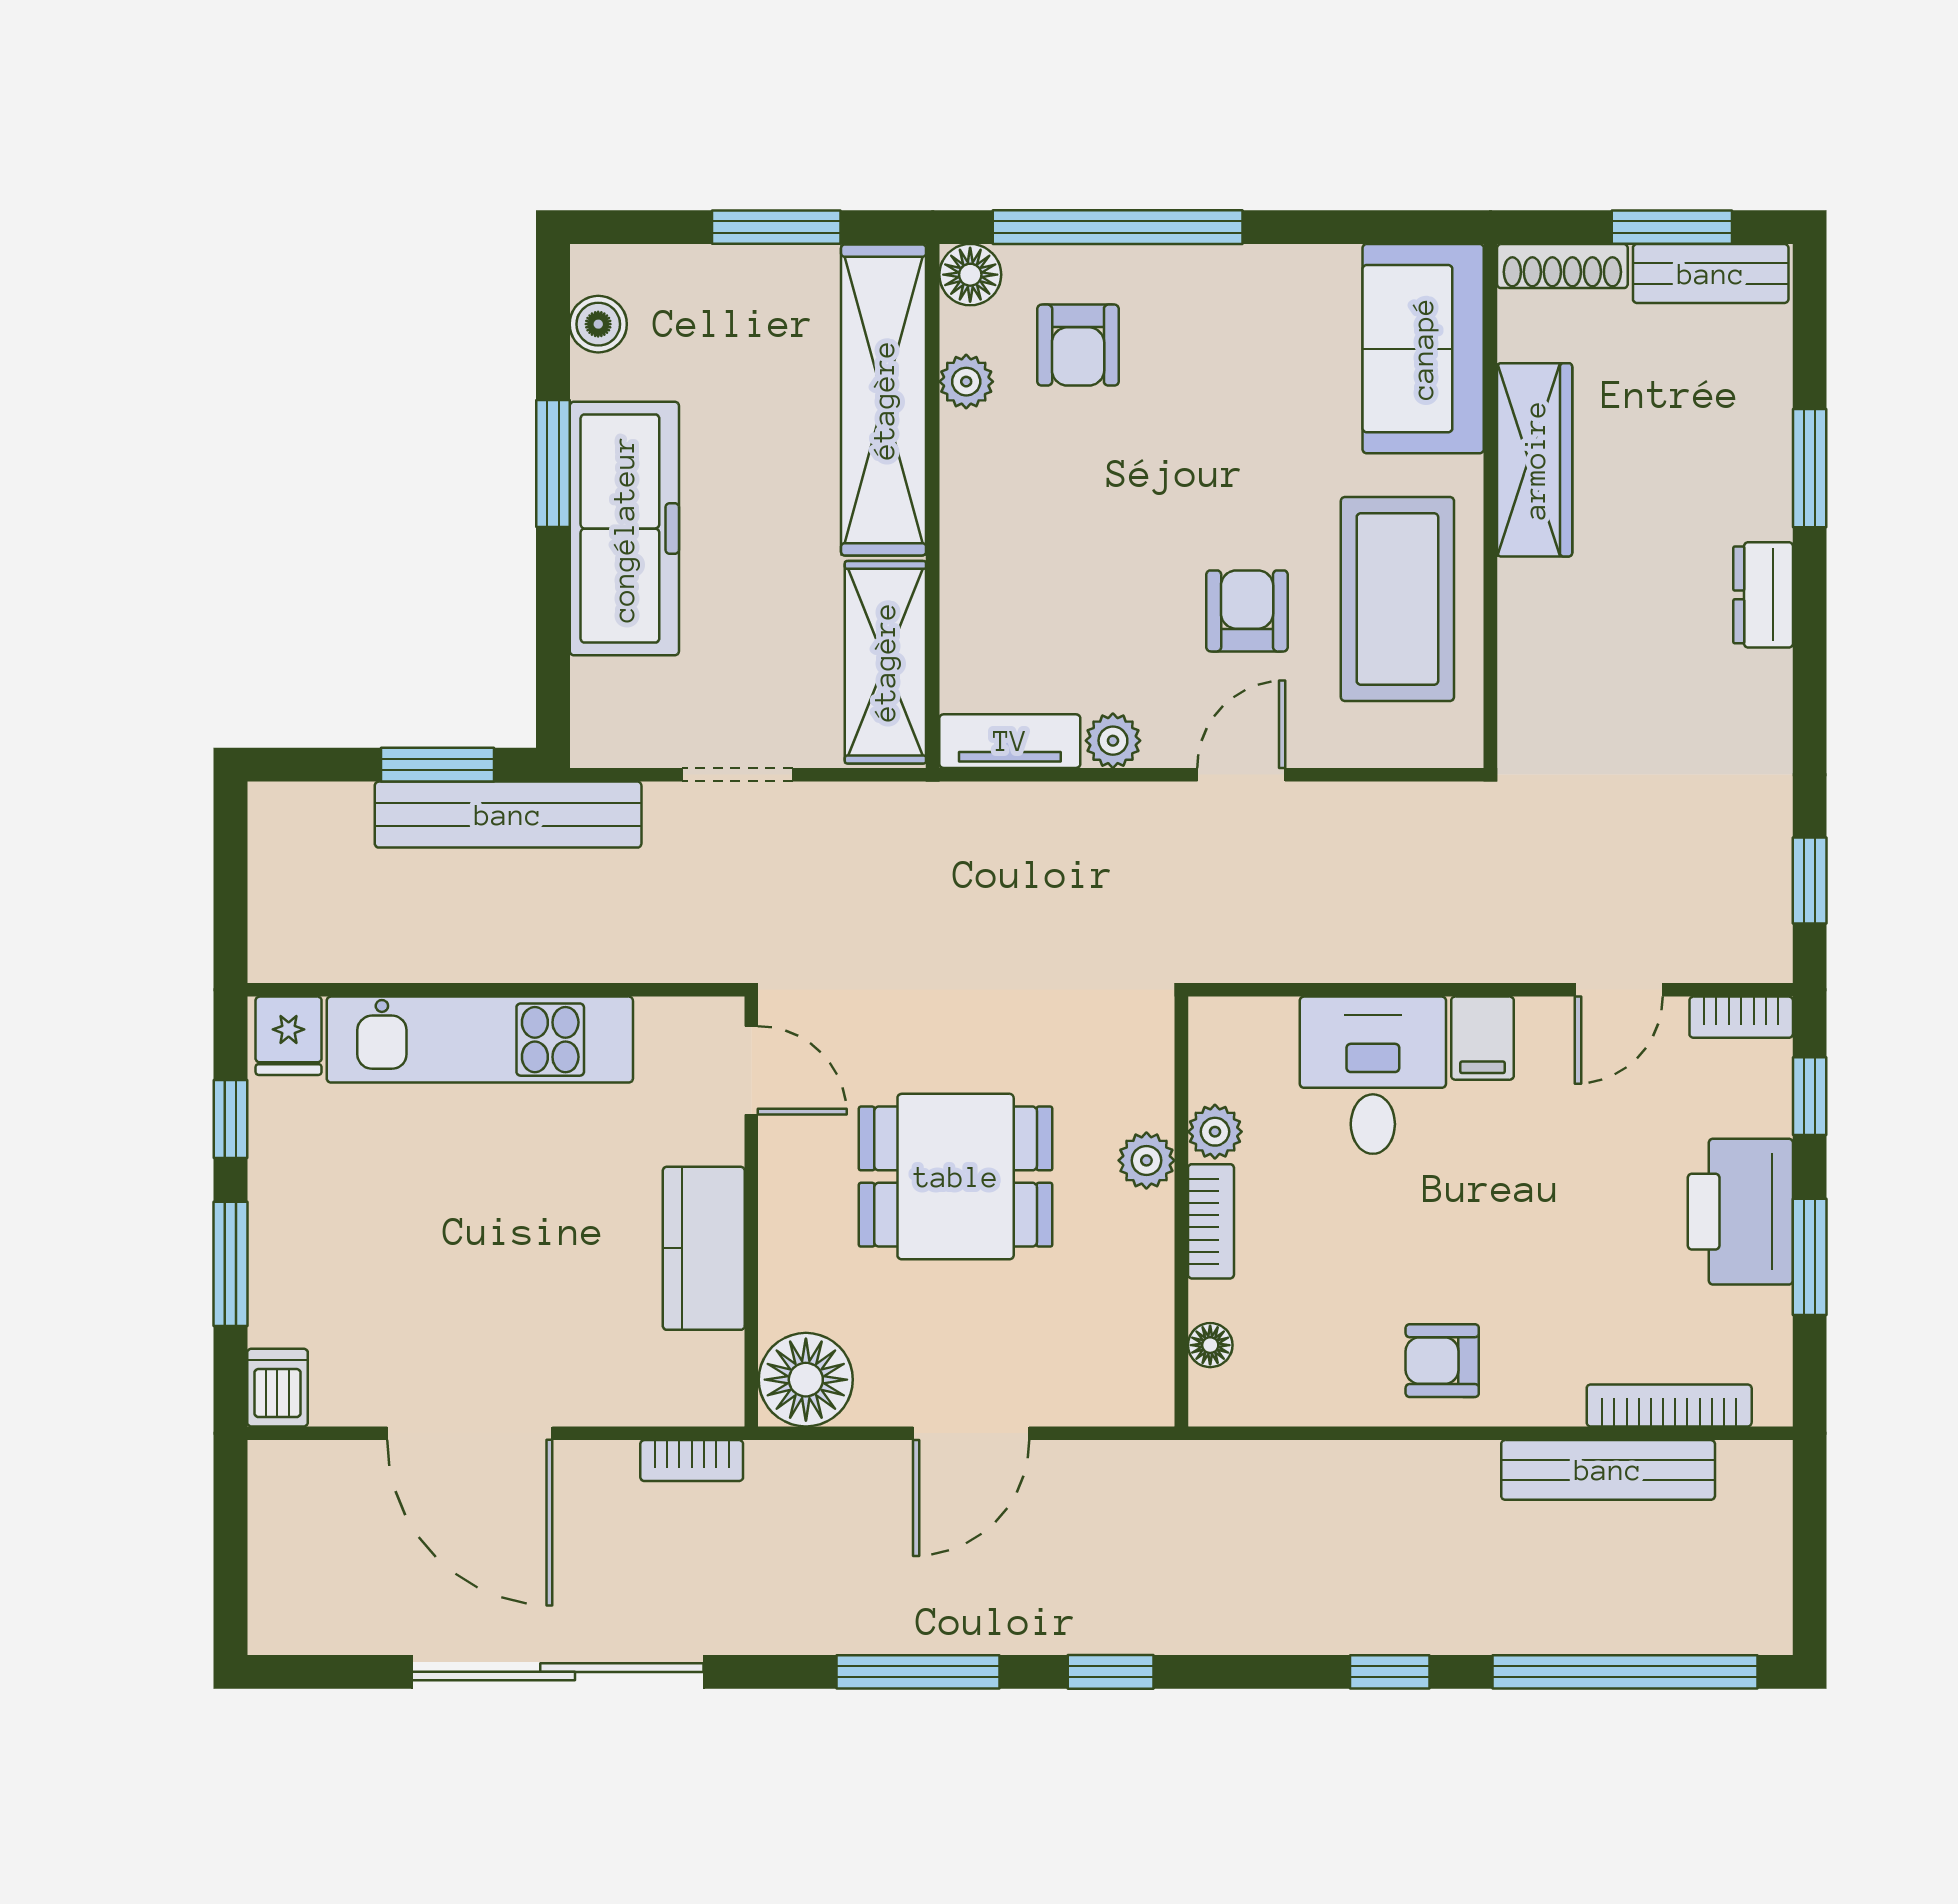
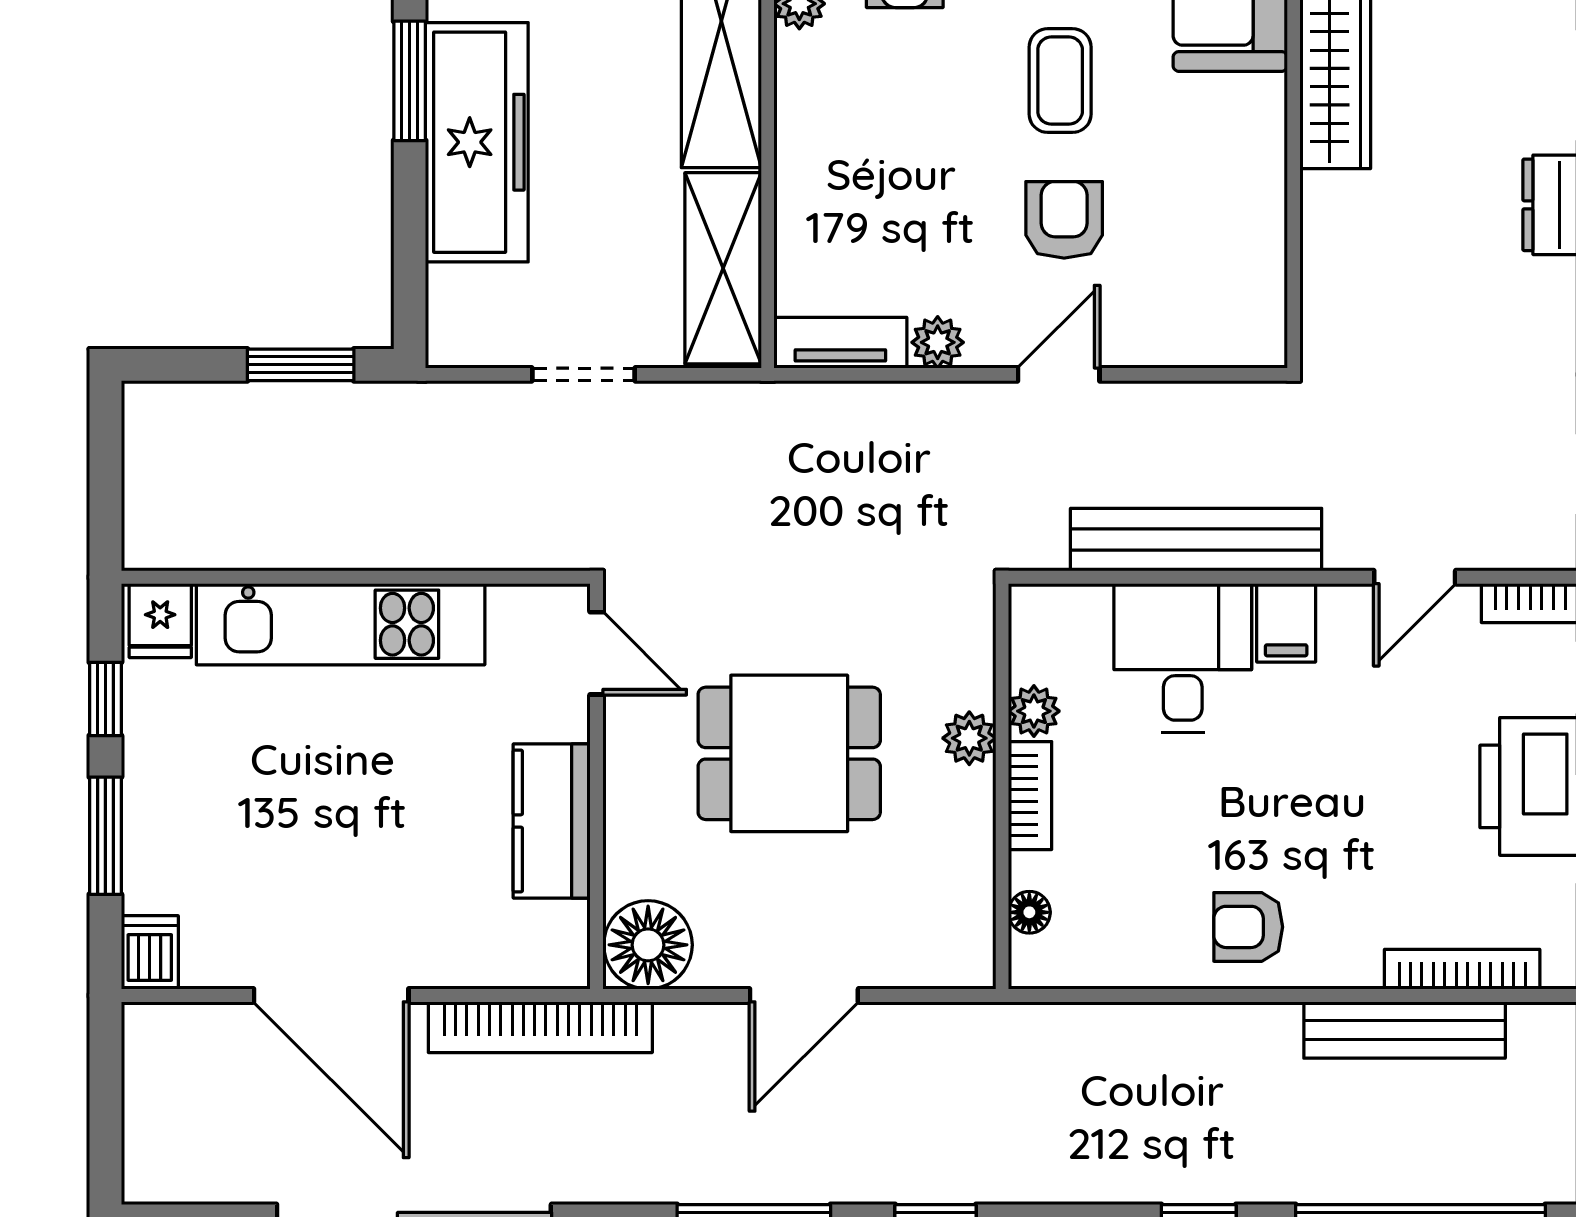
coffee table: (1397, 599) -> (1060, 81), moved, width x0.54, depth x0.58
bench: (508, 815) -> (1196, 540), moved
bookcase: (692, 1461) -> (540, 1027), width x2.31, depth x1.31

